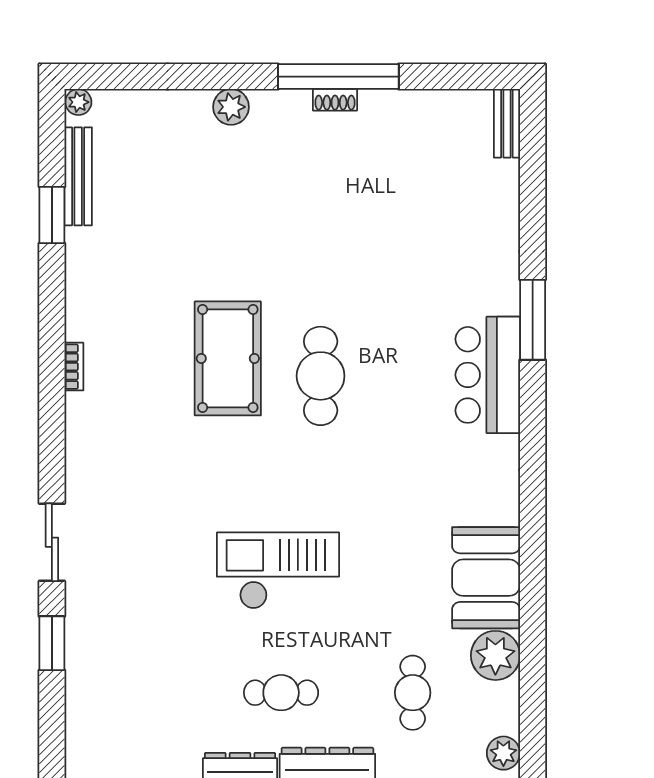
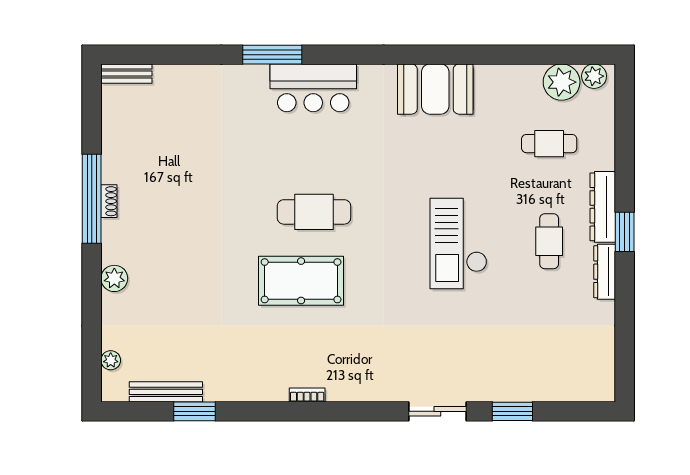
plant: (78, 102) -> (111, 360), moved
booth: (486, 578) -> (435, 89), moved
plant: (495, 655) -> (562, 82), moved

